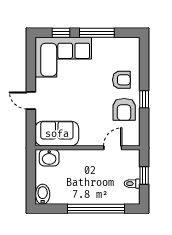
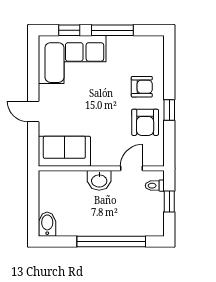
washbasin: (49, 158) -> (99, 180), moved
toilet: (132, 184) -> (155, 186), moved

